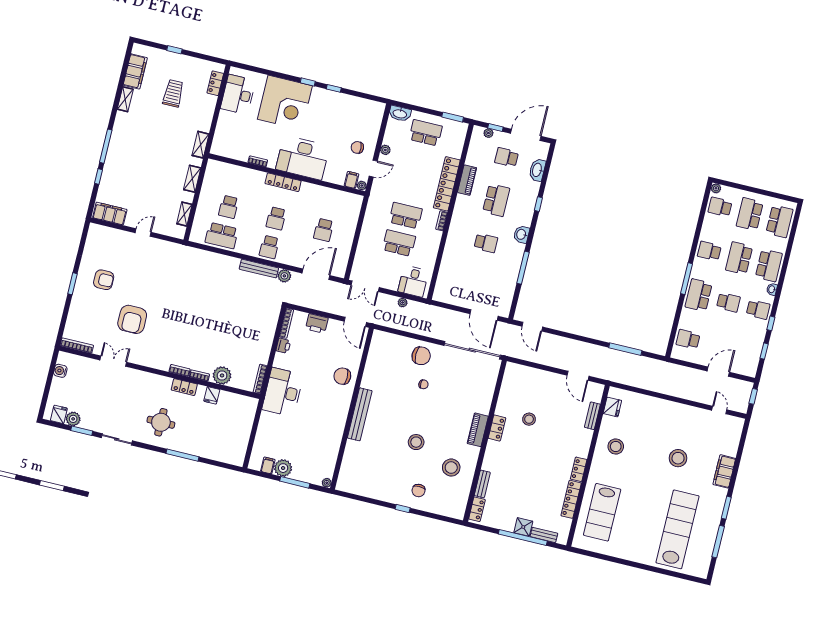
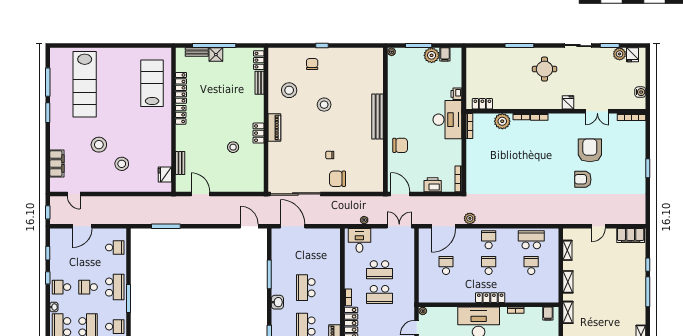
filing cabinet: (351, 180) -> (548, 314), moved
school desk: (486, 243) -> (306, 288), width x1.85
bench: (259, 269) -> (493, 219), removed
armchair: (104, 280) -> (583, 179), moved
printer: (283, 346) -> (456, 94), moved
locker: (184, 387) -> (482, 104), moved
fridge: (212, 395) -> (568, 102), moved
stool: (616, 447) -> (122, 164), moved
filing cabinet: (724, 471) -> (57, 163), moved

